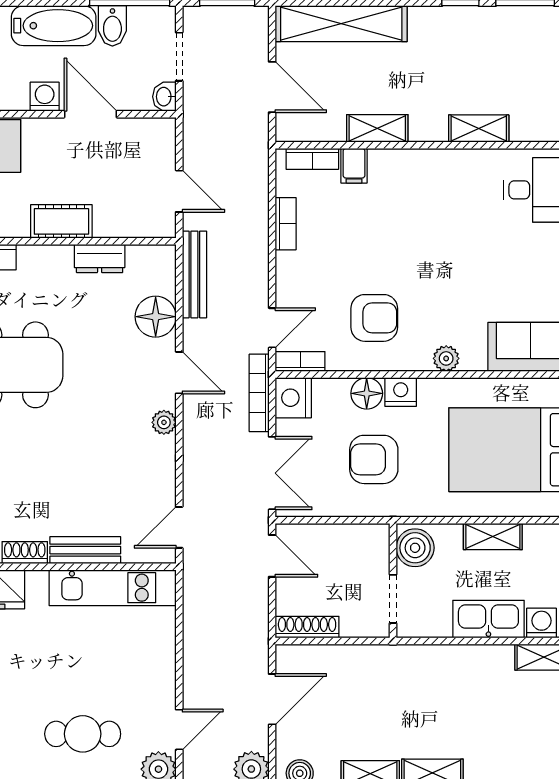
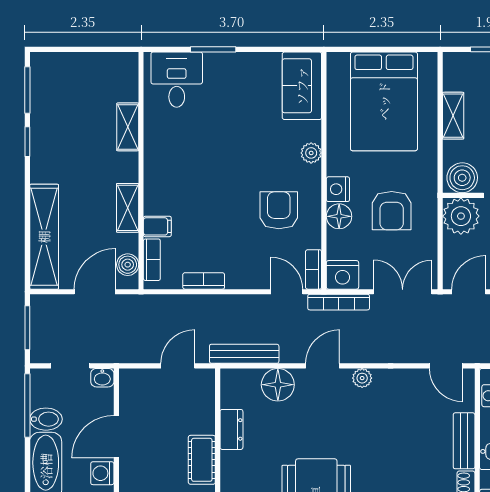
boiler: (306, 128) -> (128, 265), added
plant: (367, 546) -> (461, 216), added

